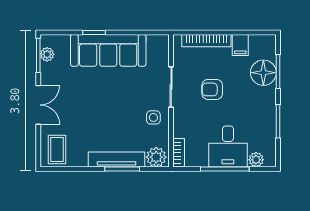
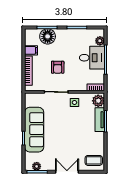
tv unit: (117, 160) -> (100, 120), width x0.71

